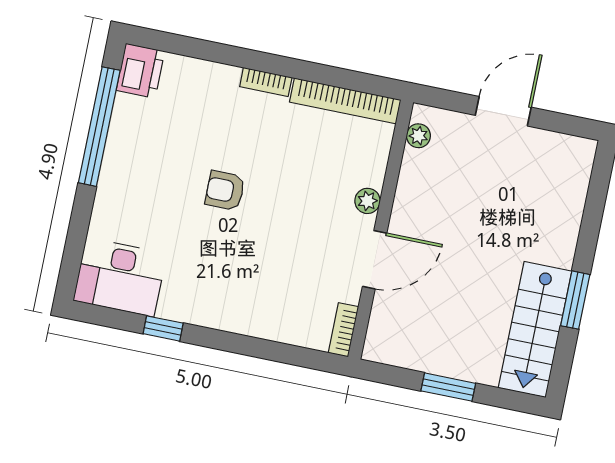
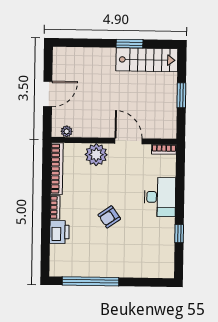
printer: (140, 71) -> (59, 232), moved, turned 90
door: (503, 111) -> (48, 94), swing flipped
armchair: (225, 190) -> (109, 217), turned 55
plant: (367, 201) -> (96, 155), width x1.88, depth x1.88
desk: (120, 277) -> (160, 197), moved

